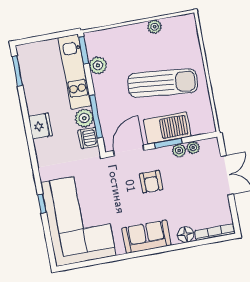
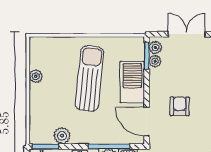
window: (168, 143) -> (147, 56), moved
plant: (179, 150) -> (155, 48), moved
armchair: (151, 182) -> (180, 106), turned -90

